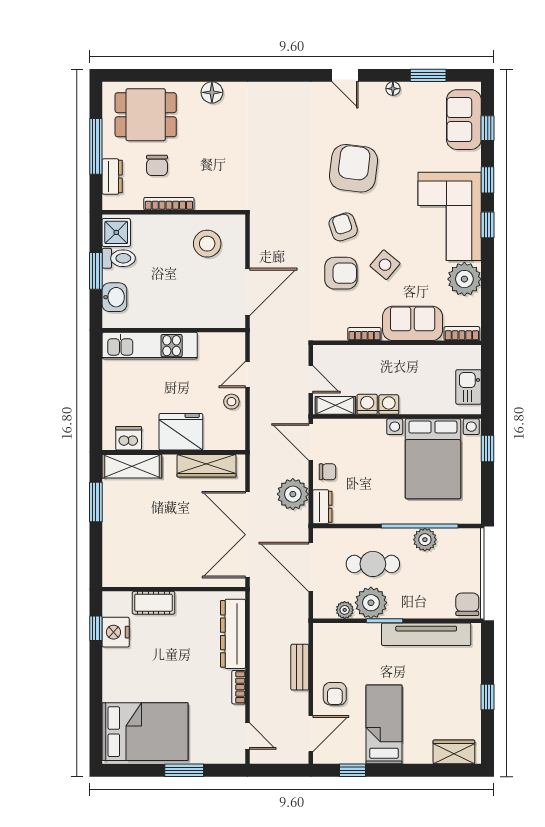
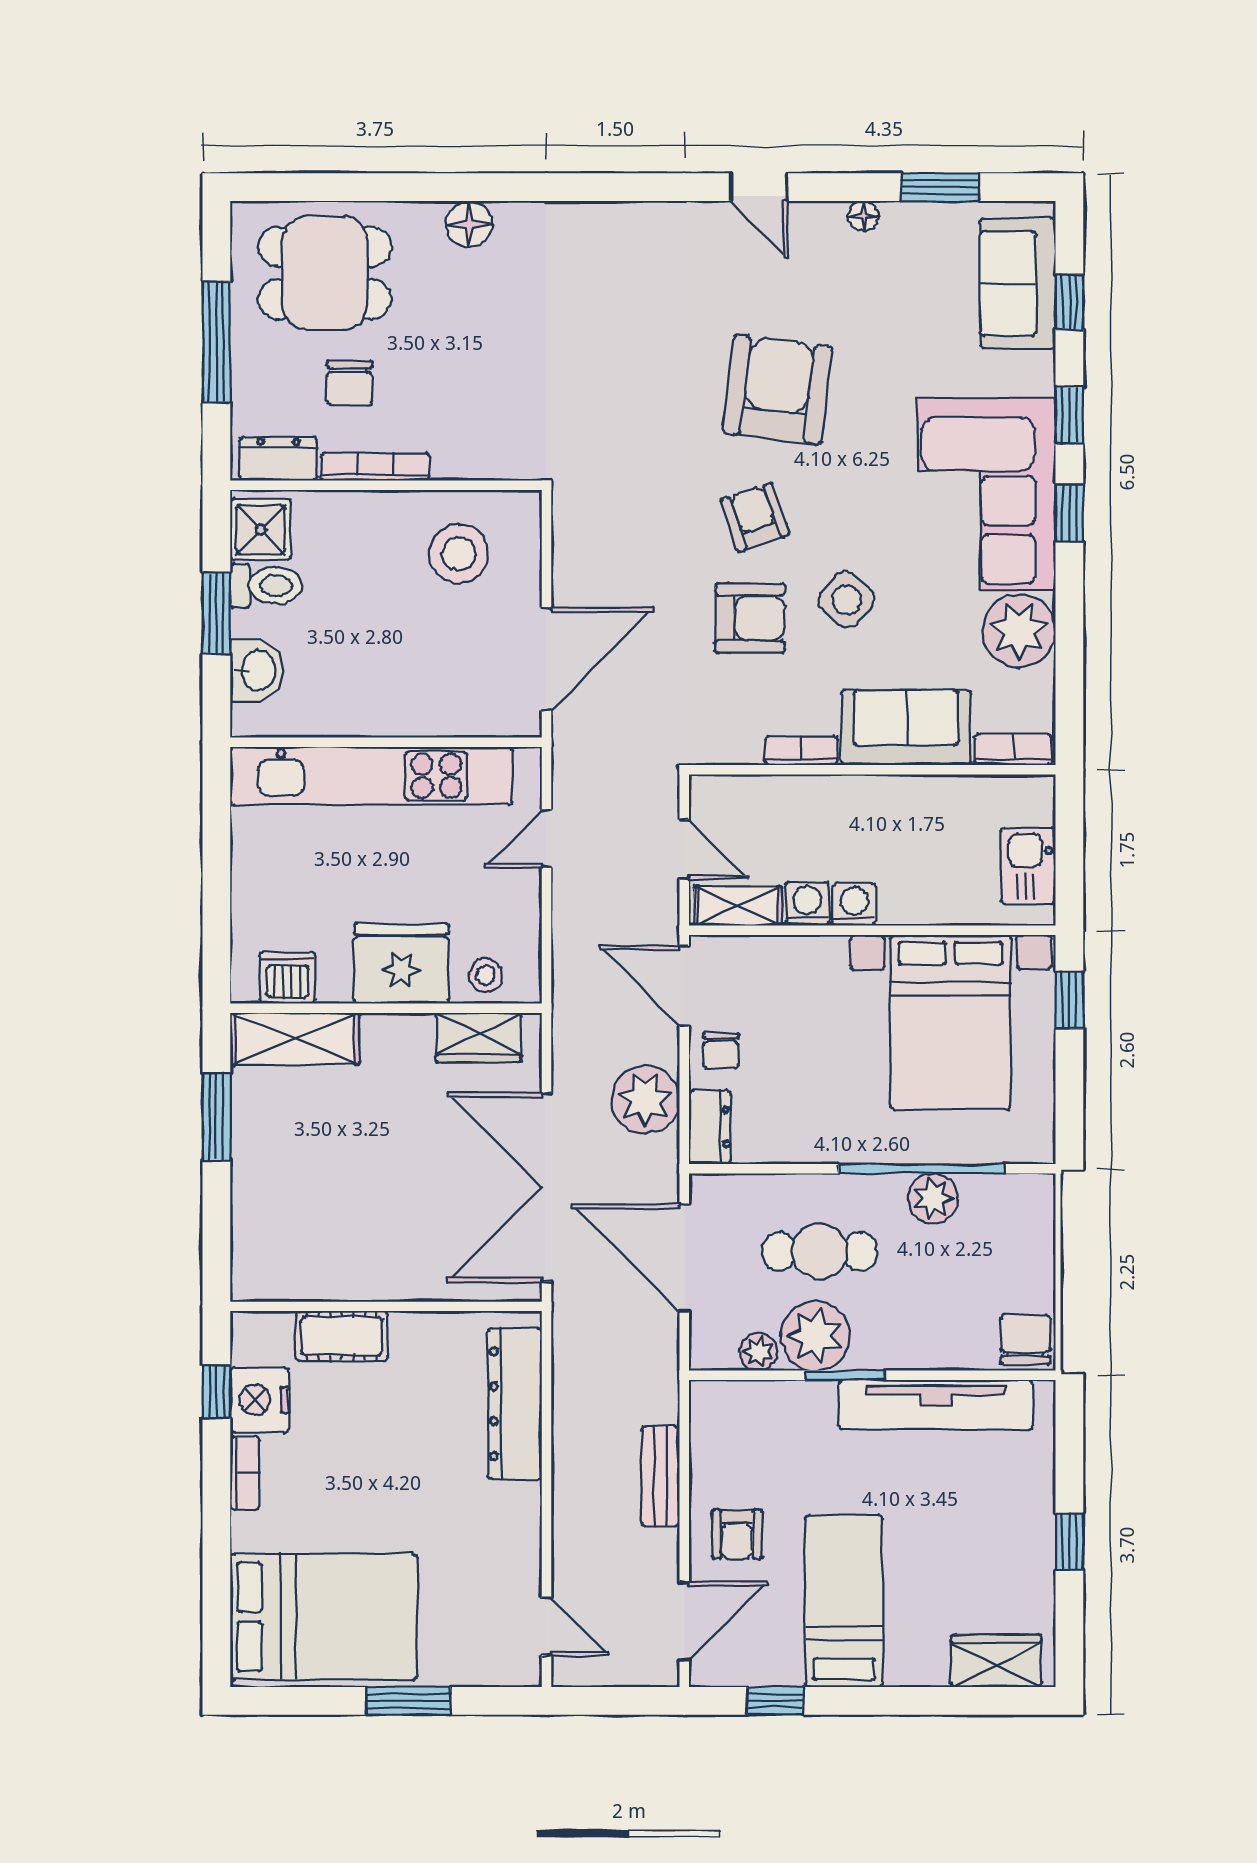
dresser: (112, 177) -> (278, 459), moved, turned -90
kitchen unit: (150, 346) -> (371, 776), width x1.36
stool: (231, 402) -> (485, 975), moved
wardrobe: (207, 466) -> (479, 1038), width x0.67
chair: (328, 472) -> (721, 1051), turned 90
bookcase: (239, 687) -> (245, 1473), moved, turned 180

